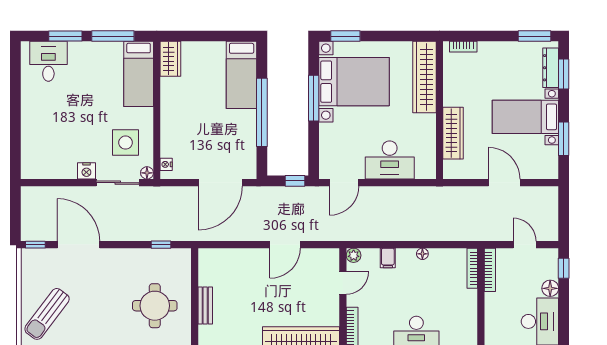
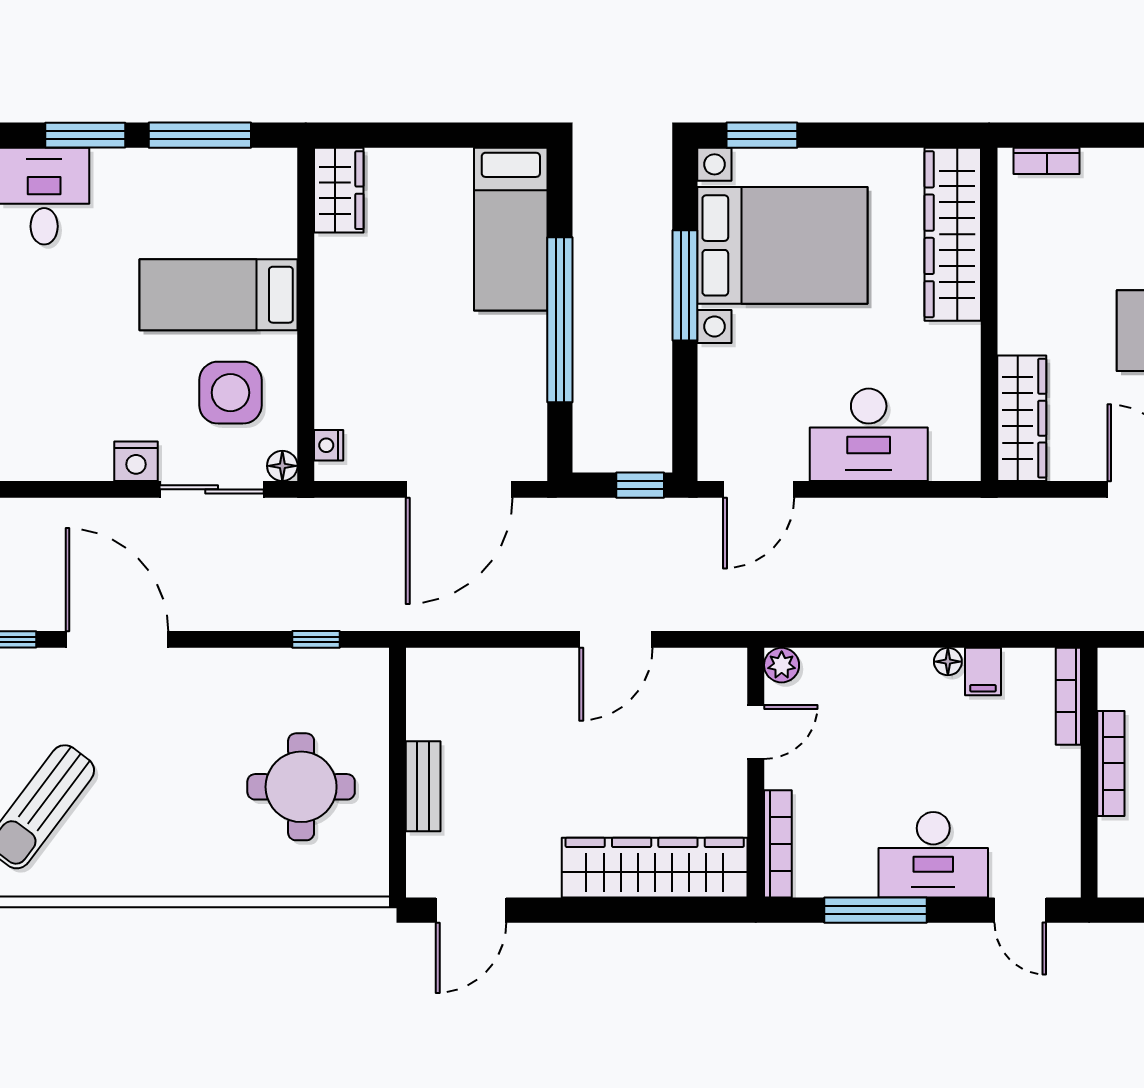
bed: (139, 74) -> (219, 295), moved, turned 90
wardrobe: (453, 133) -> (1022, 418), moved
filing cabinet: (388, 258) -> (983, 672), moved
bookcase: (490, 270) -> (1111, 763), moved

